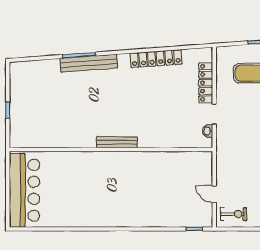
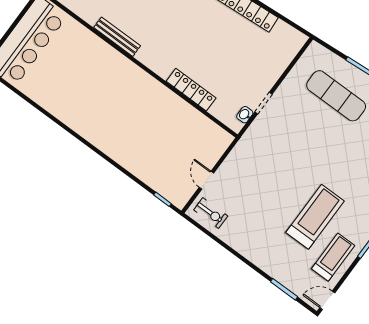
locker: (206, 83) -> (191, 90), moved, turned 90
bench: (117, 142) -> (117, 37), moved

